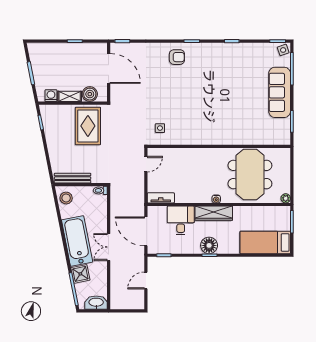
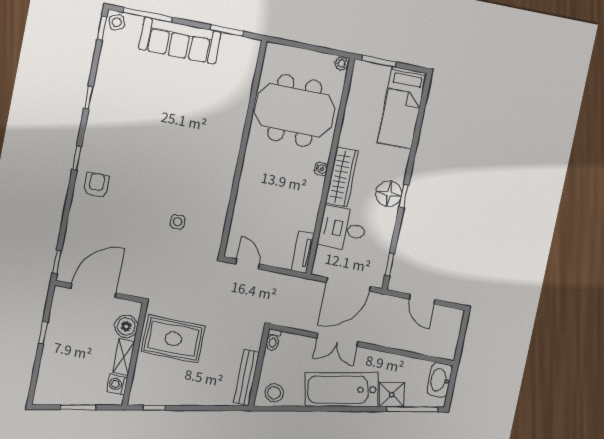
side table: (160, 128) -> (178, 222), moved
double door: (109, 247) -> (337, 340), moved

